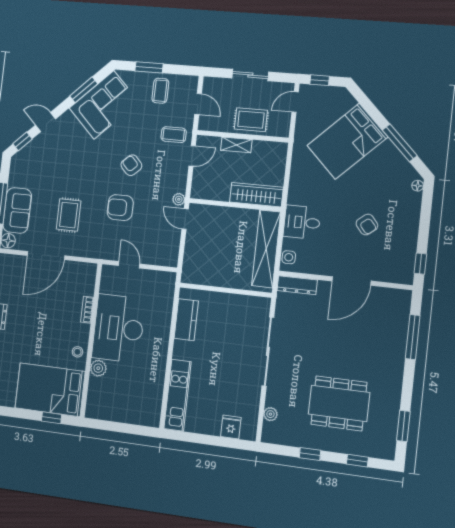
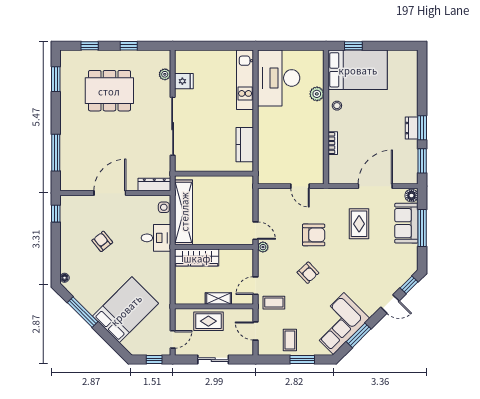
desk: (118, 328) -> (279, 78), moved, turned 180
fridge: (231, 427) -> (184, 81), moved, turned -90

